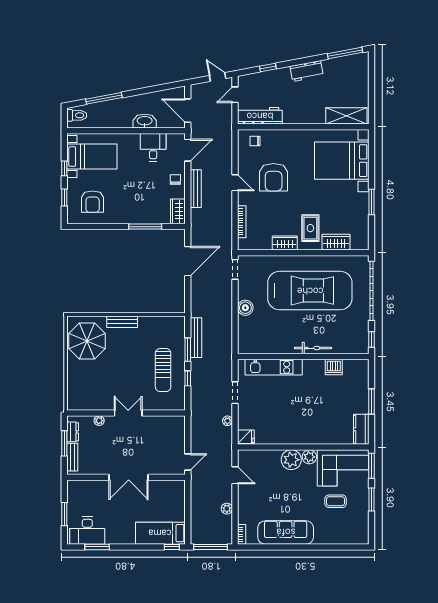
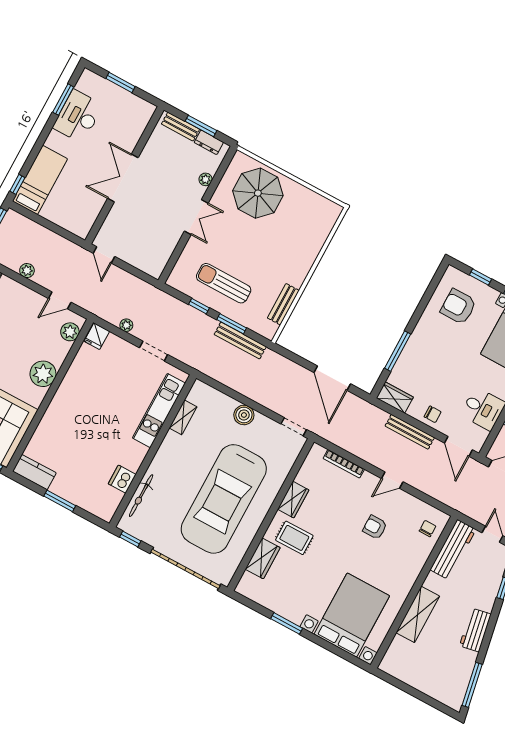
shelving: (346, 116) -> (418, 614), moved
armchair: (274, 177) -> (375, 527), width x0.53, depth x0.53
bench: (122, 322) -> (283, 304), moved
parasol: (87, 341) -> (258, 193), moved
shelving: (269, 348) -> (183, 417), added
bicycle: (313, 348) -> (141, 496), moved
plant: (309, 457) -> (70, 332), moved
desk: (87, 531) -> (78, 116), moved

